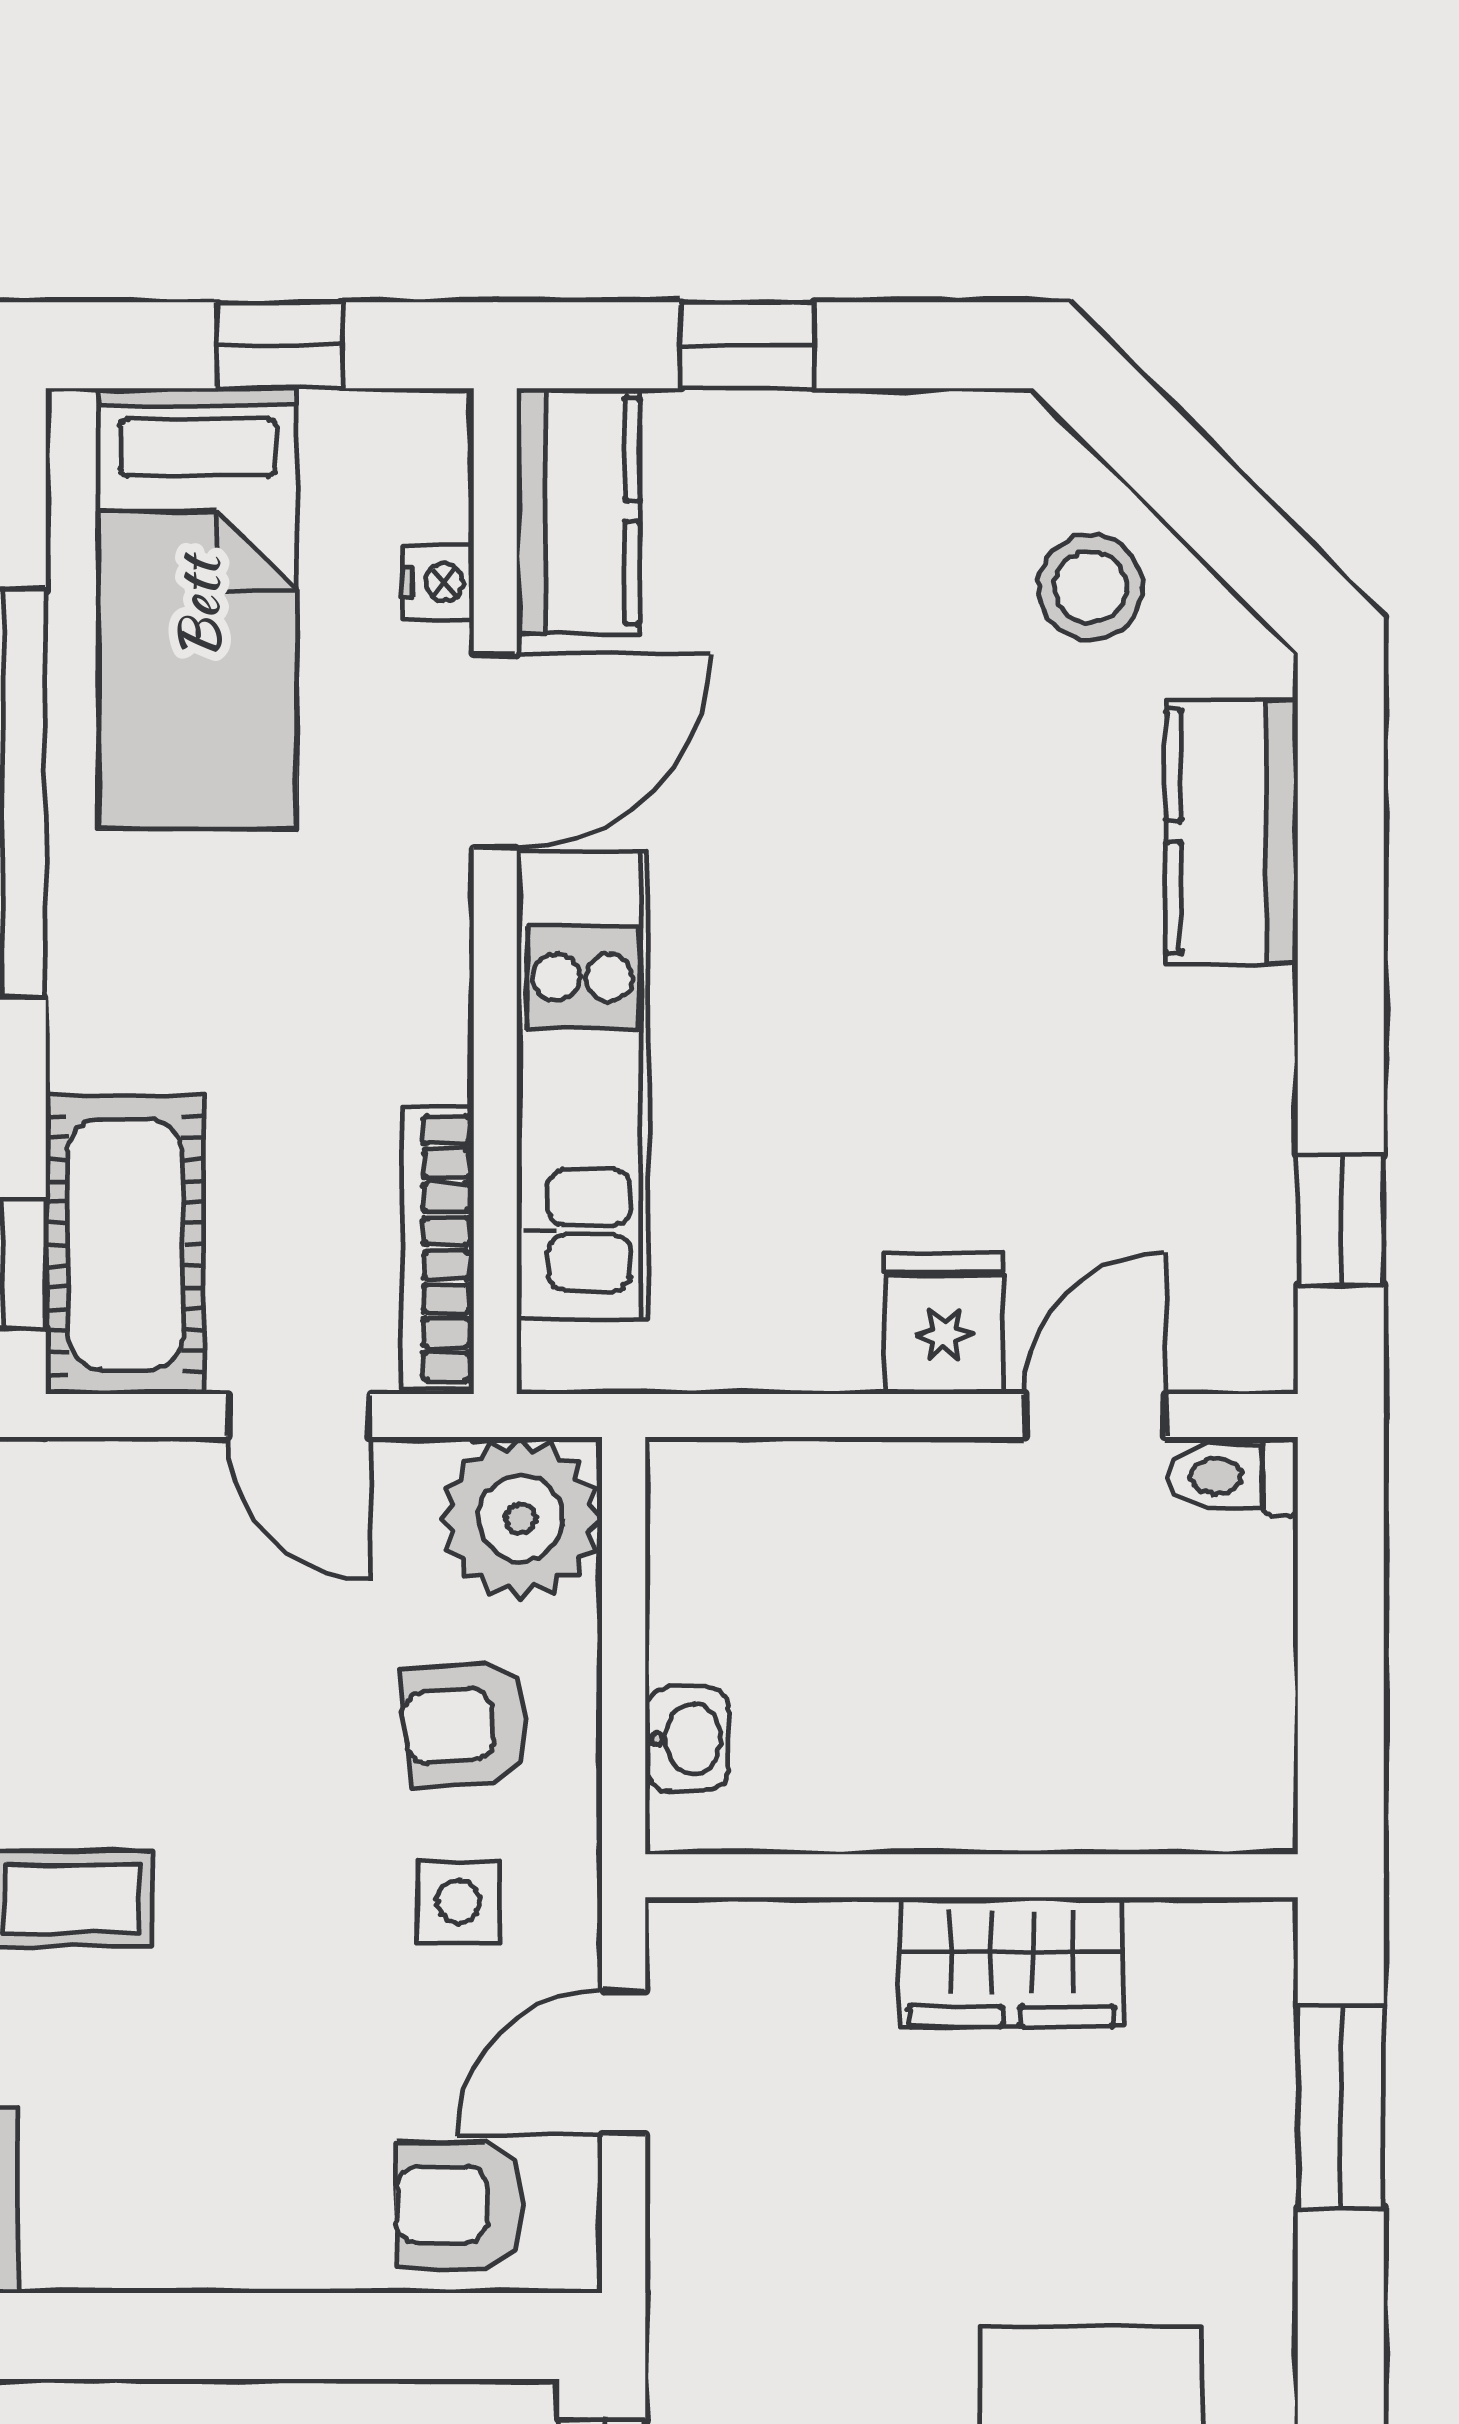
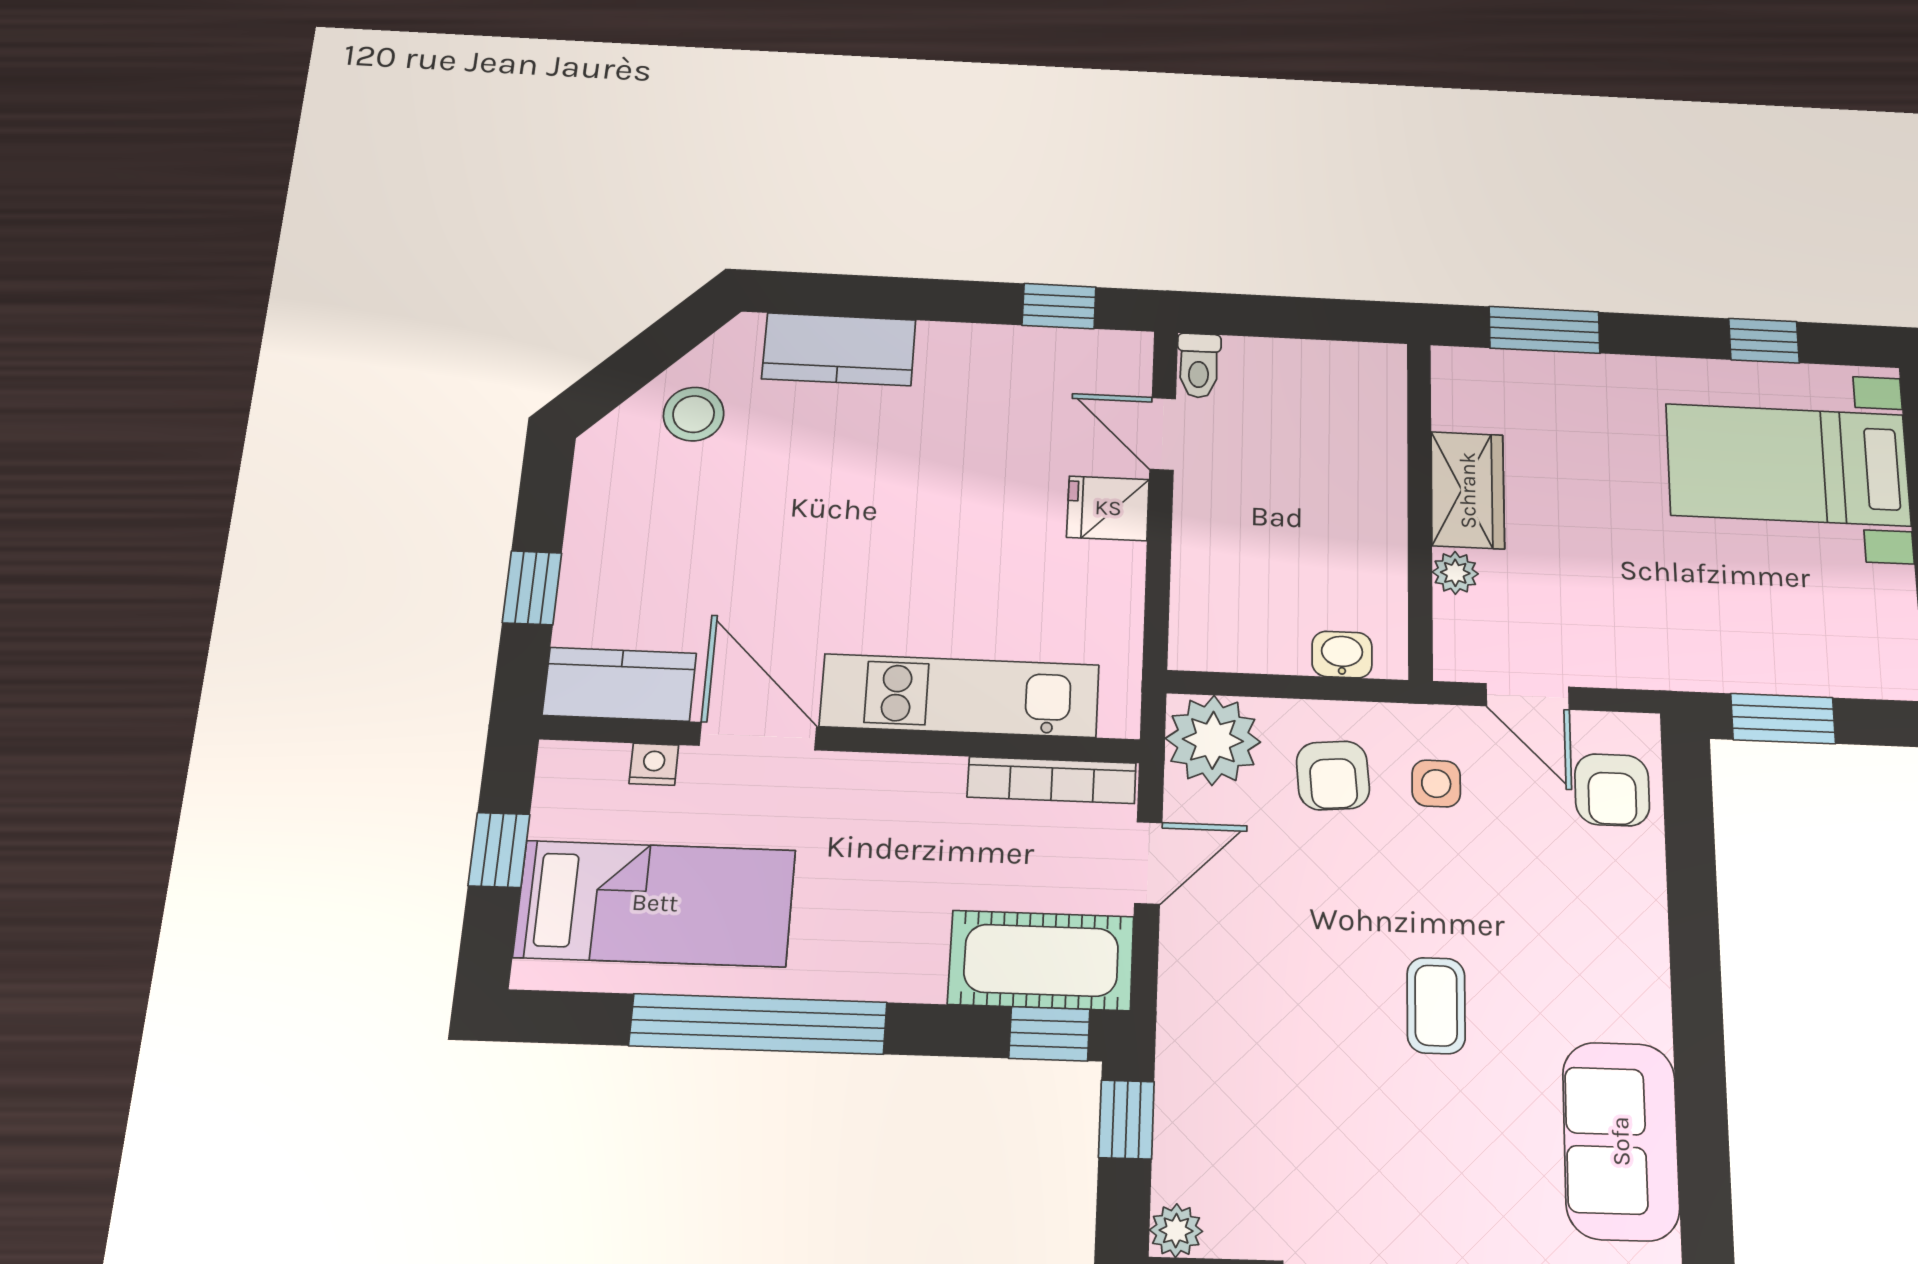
plant: (850, 1938) -> (1455, 573), added

